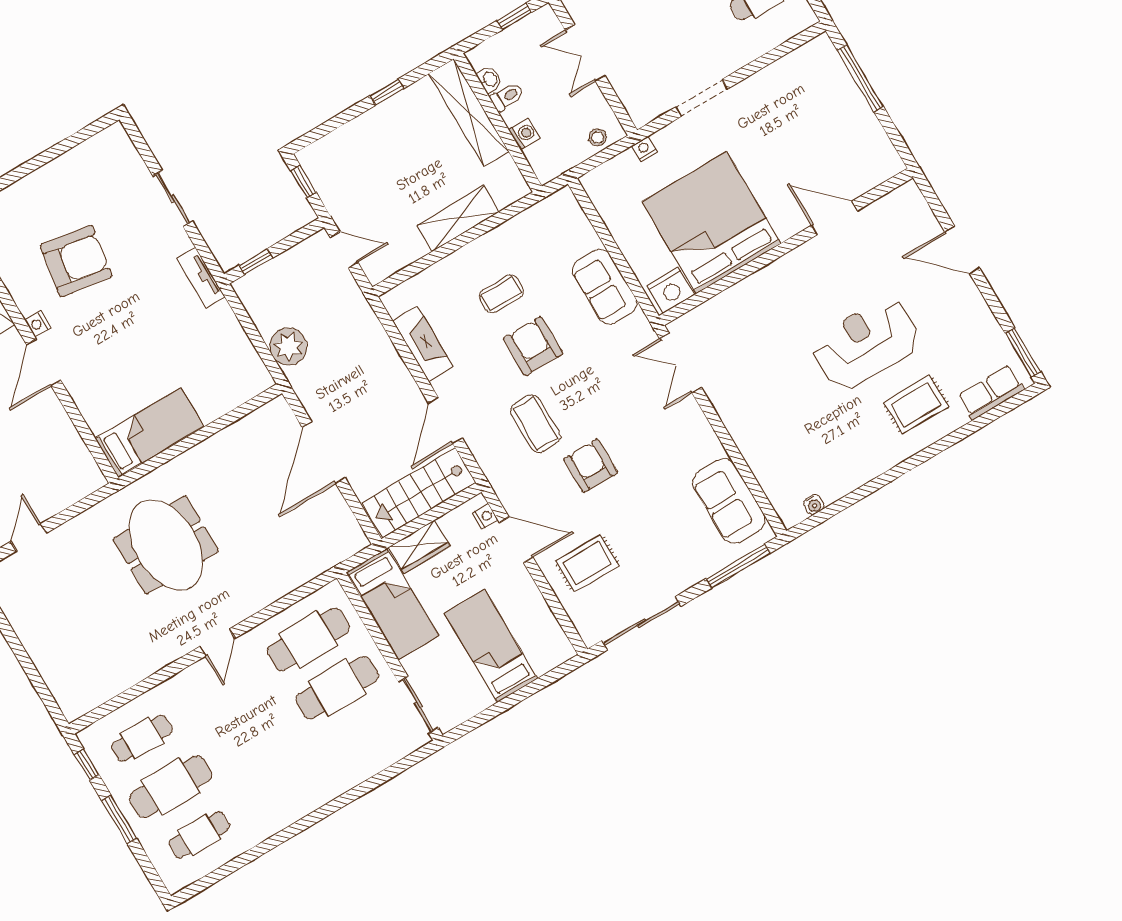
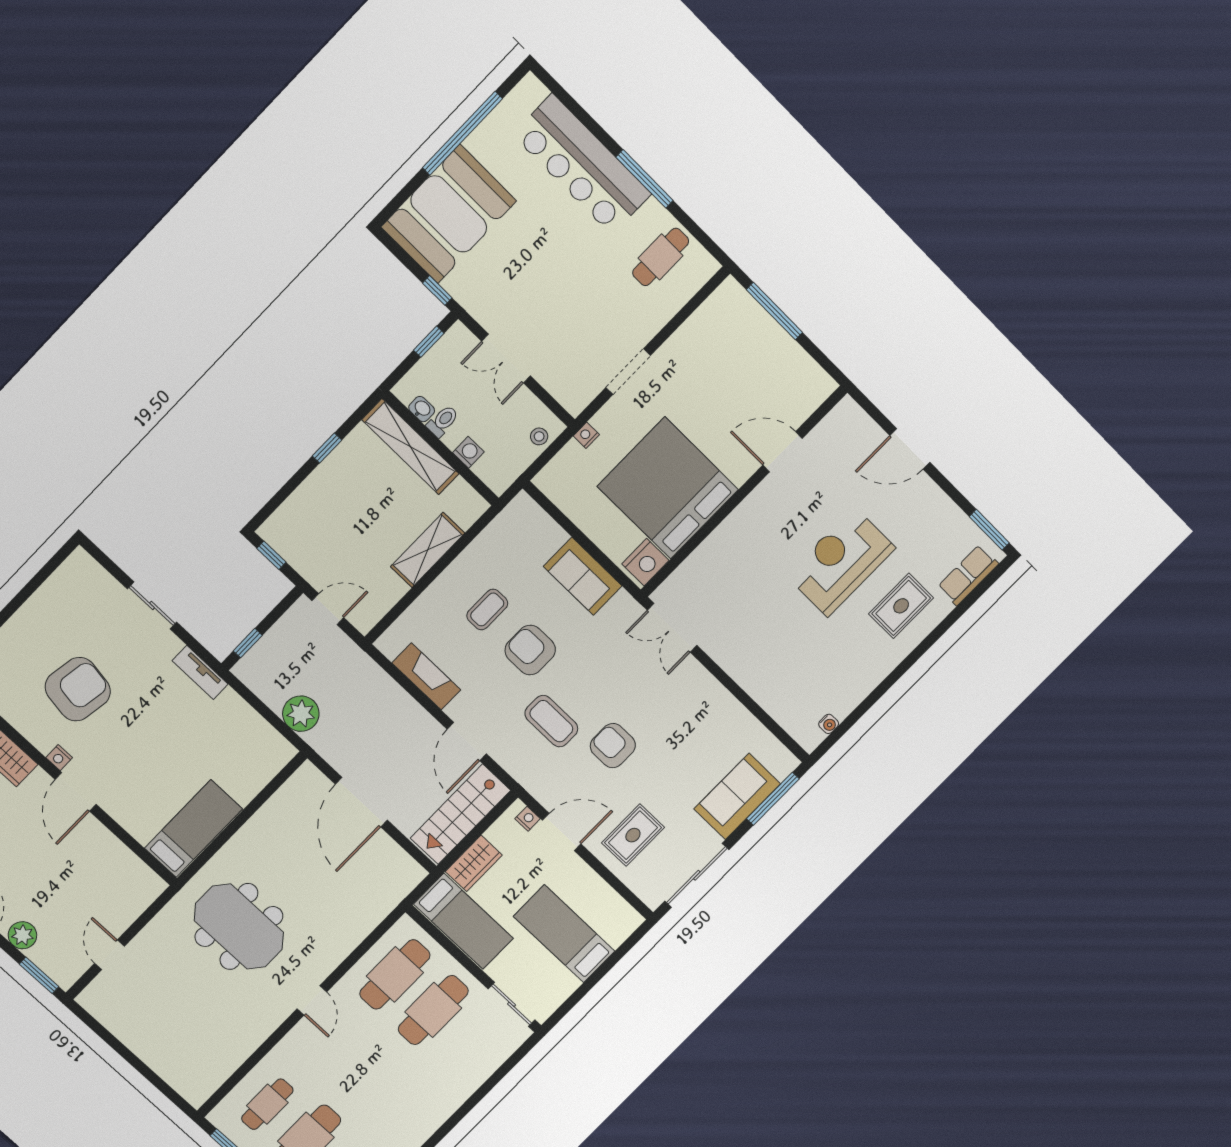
sofa: (729, 501) -> (737, 796), moved, turned 90

